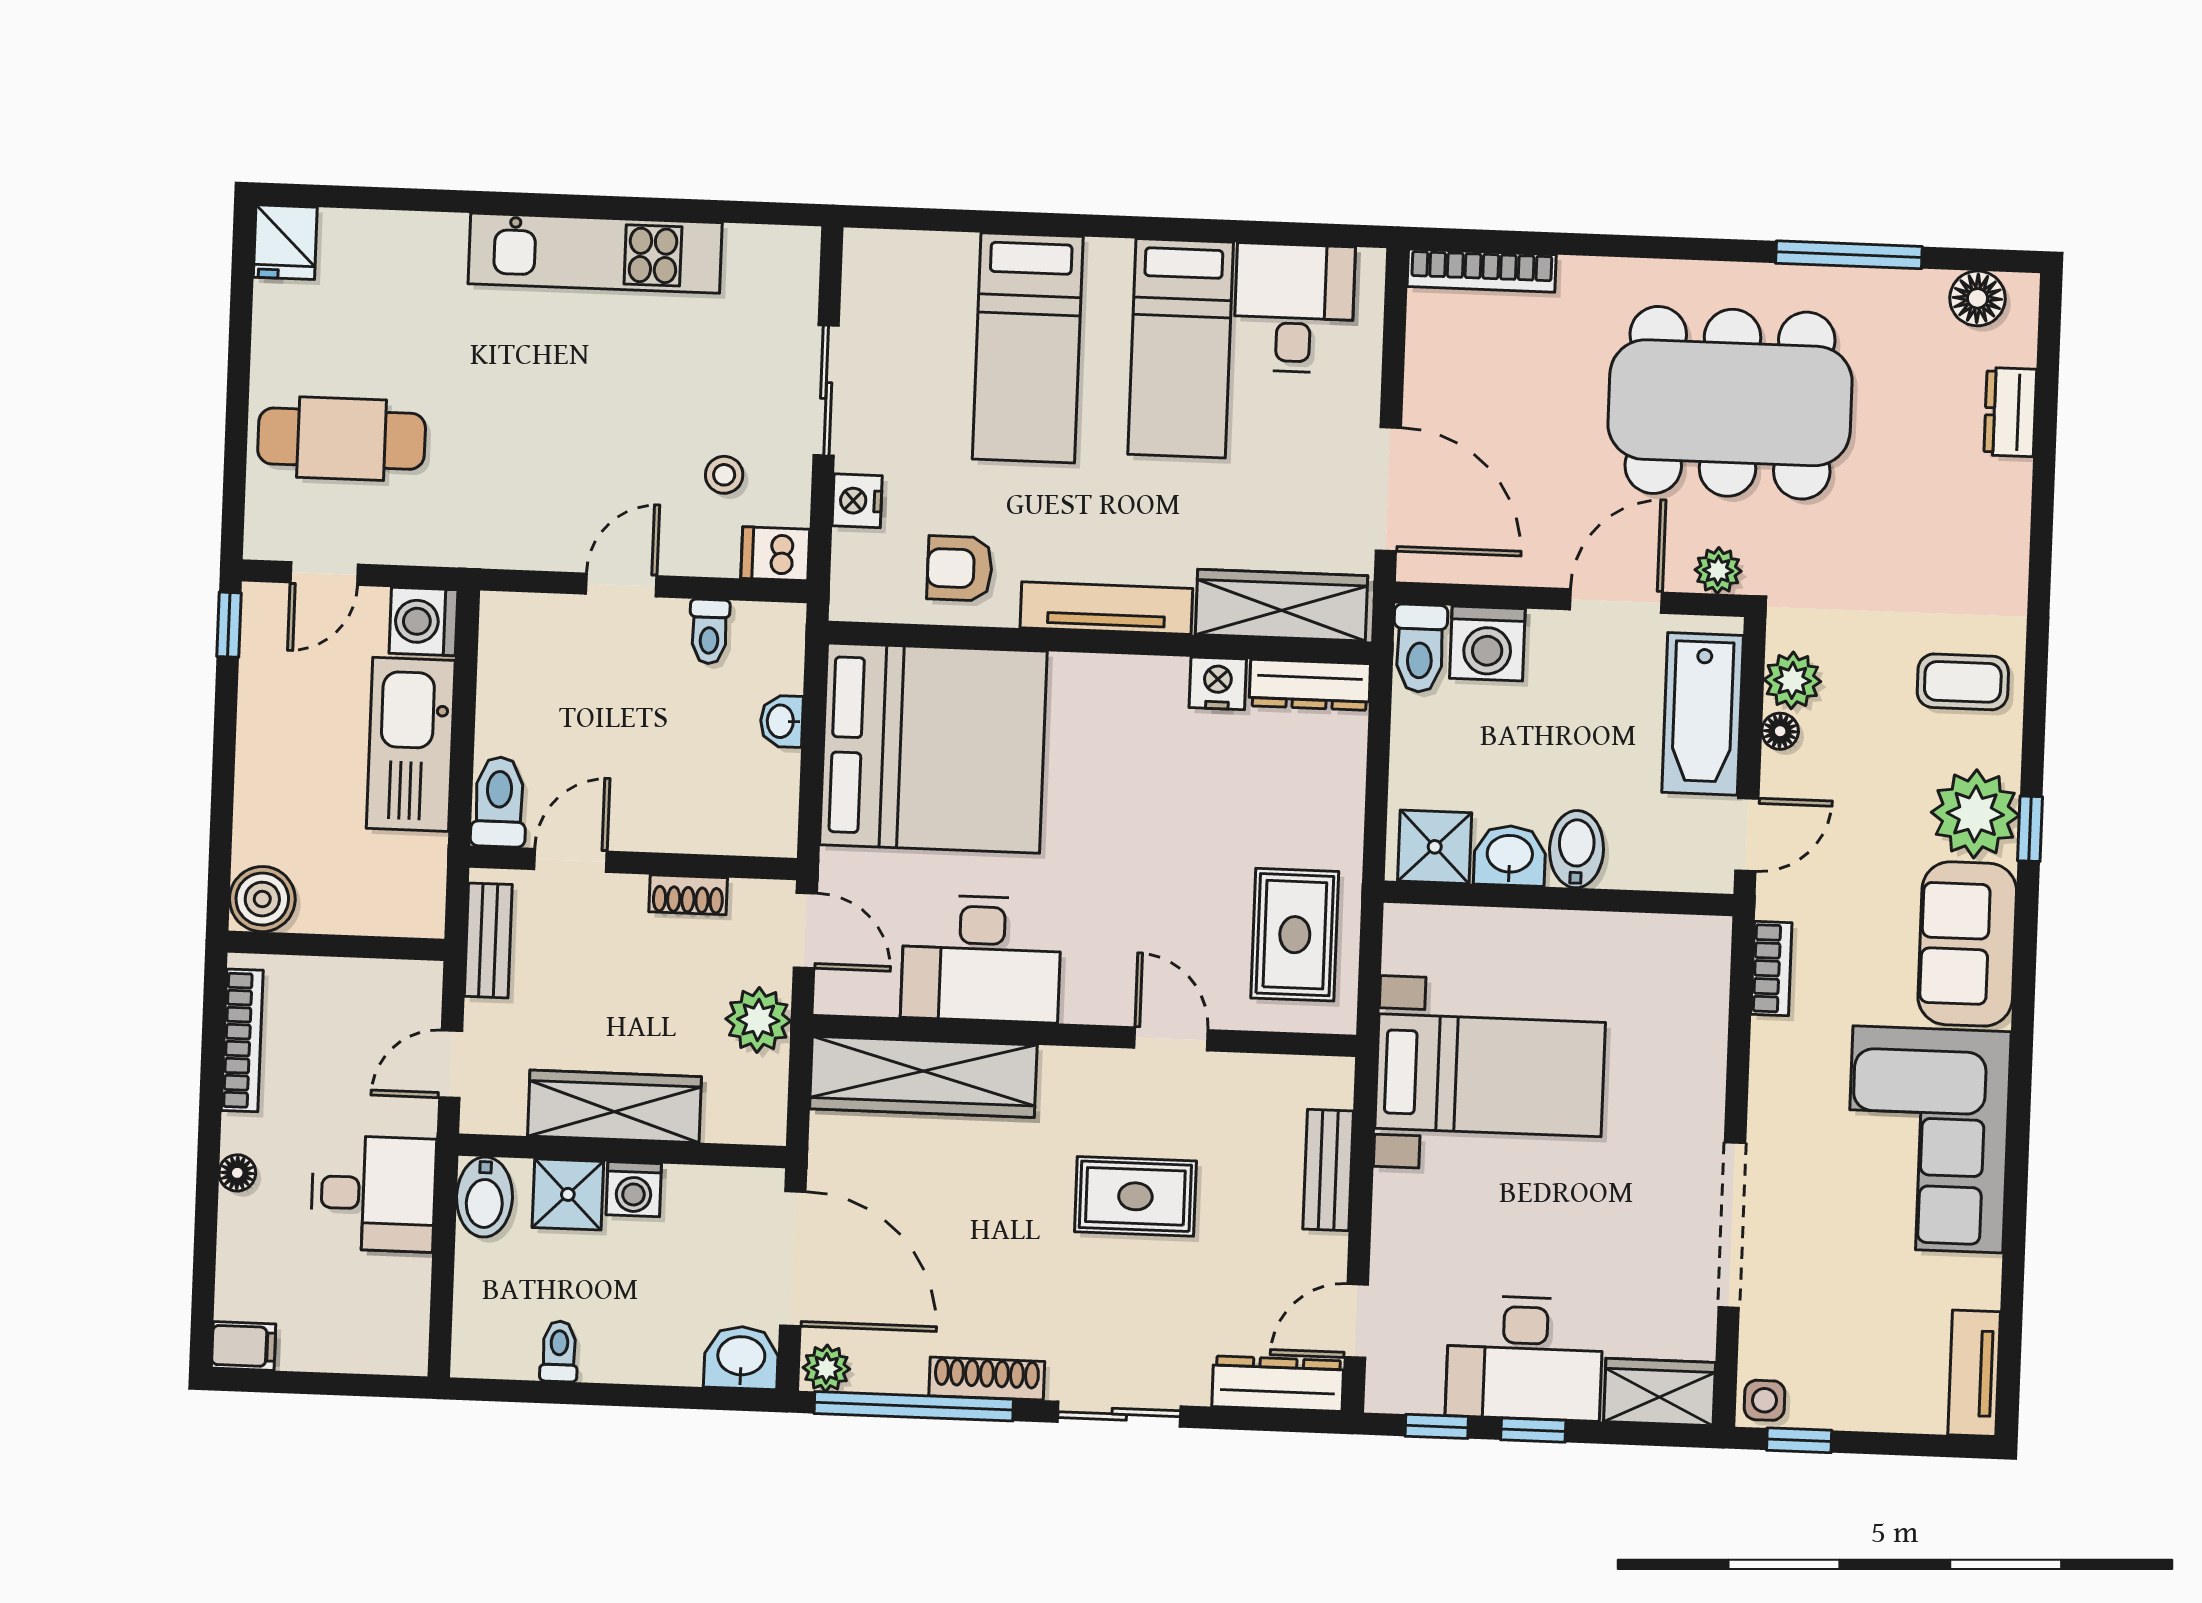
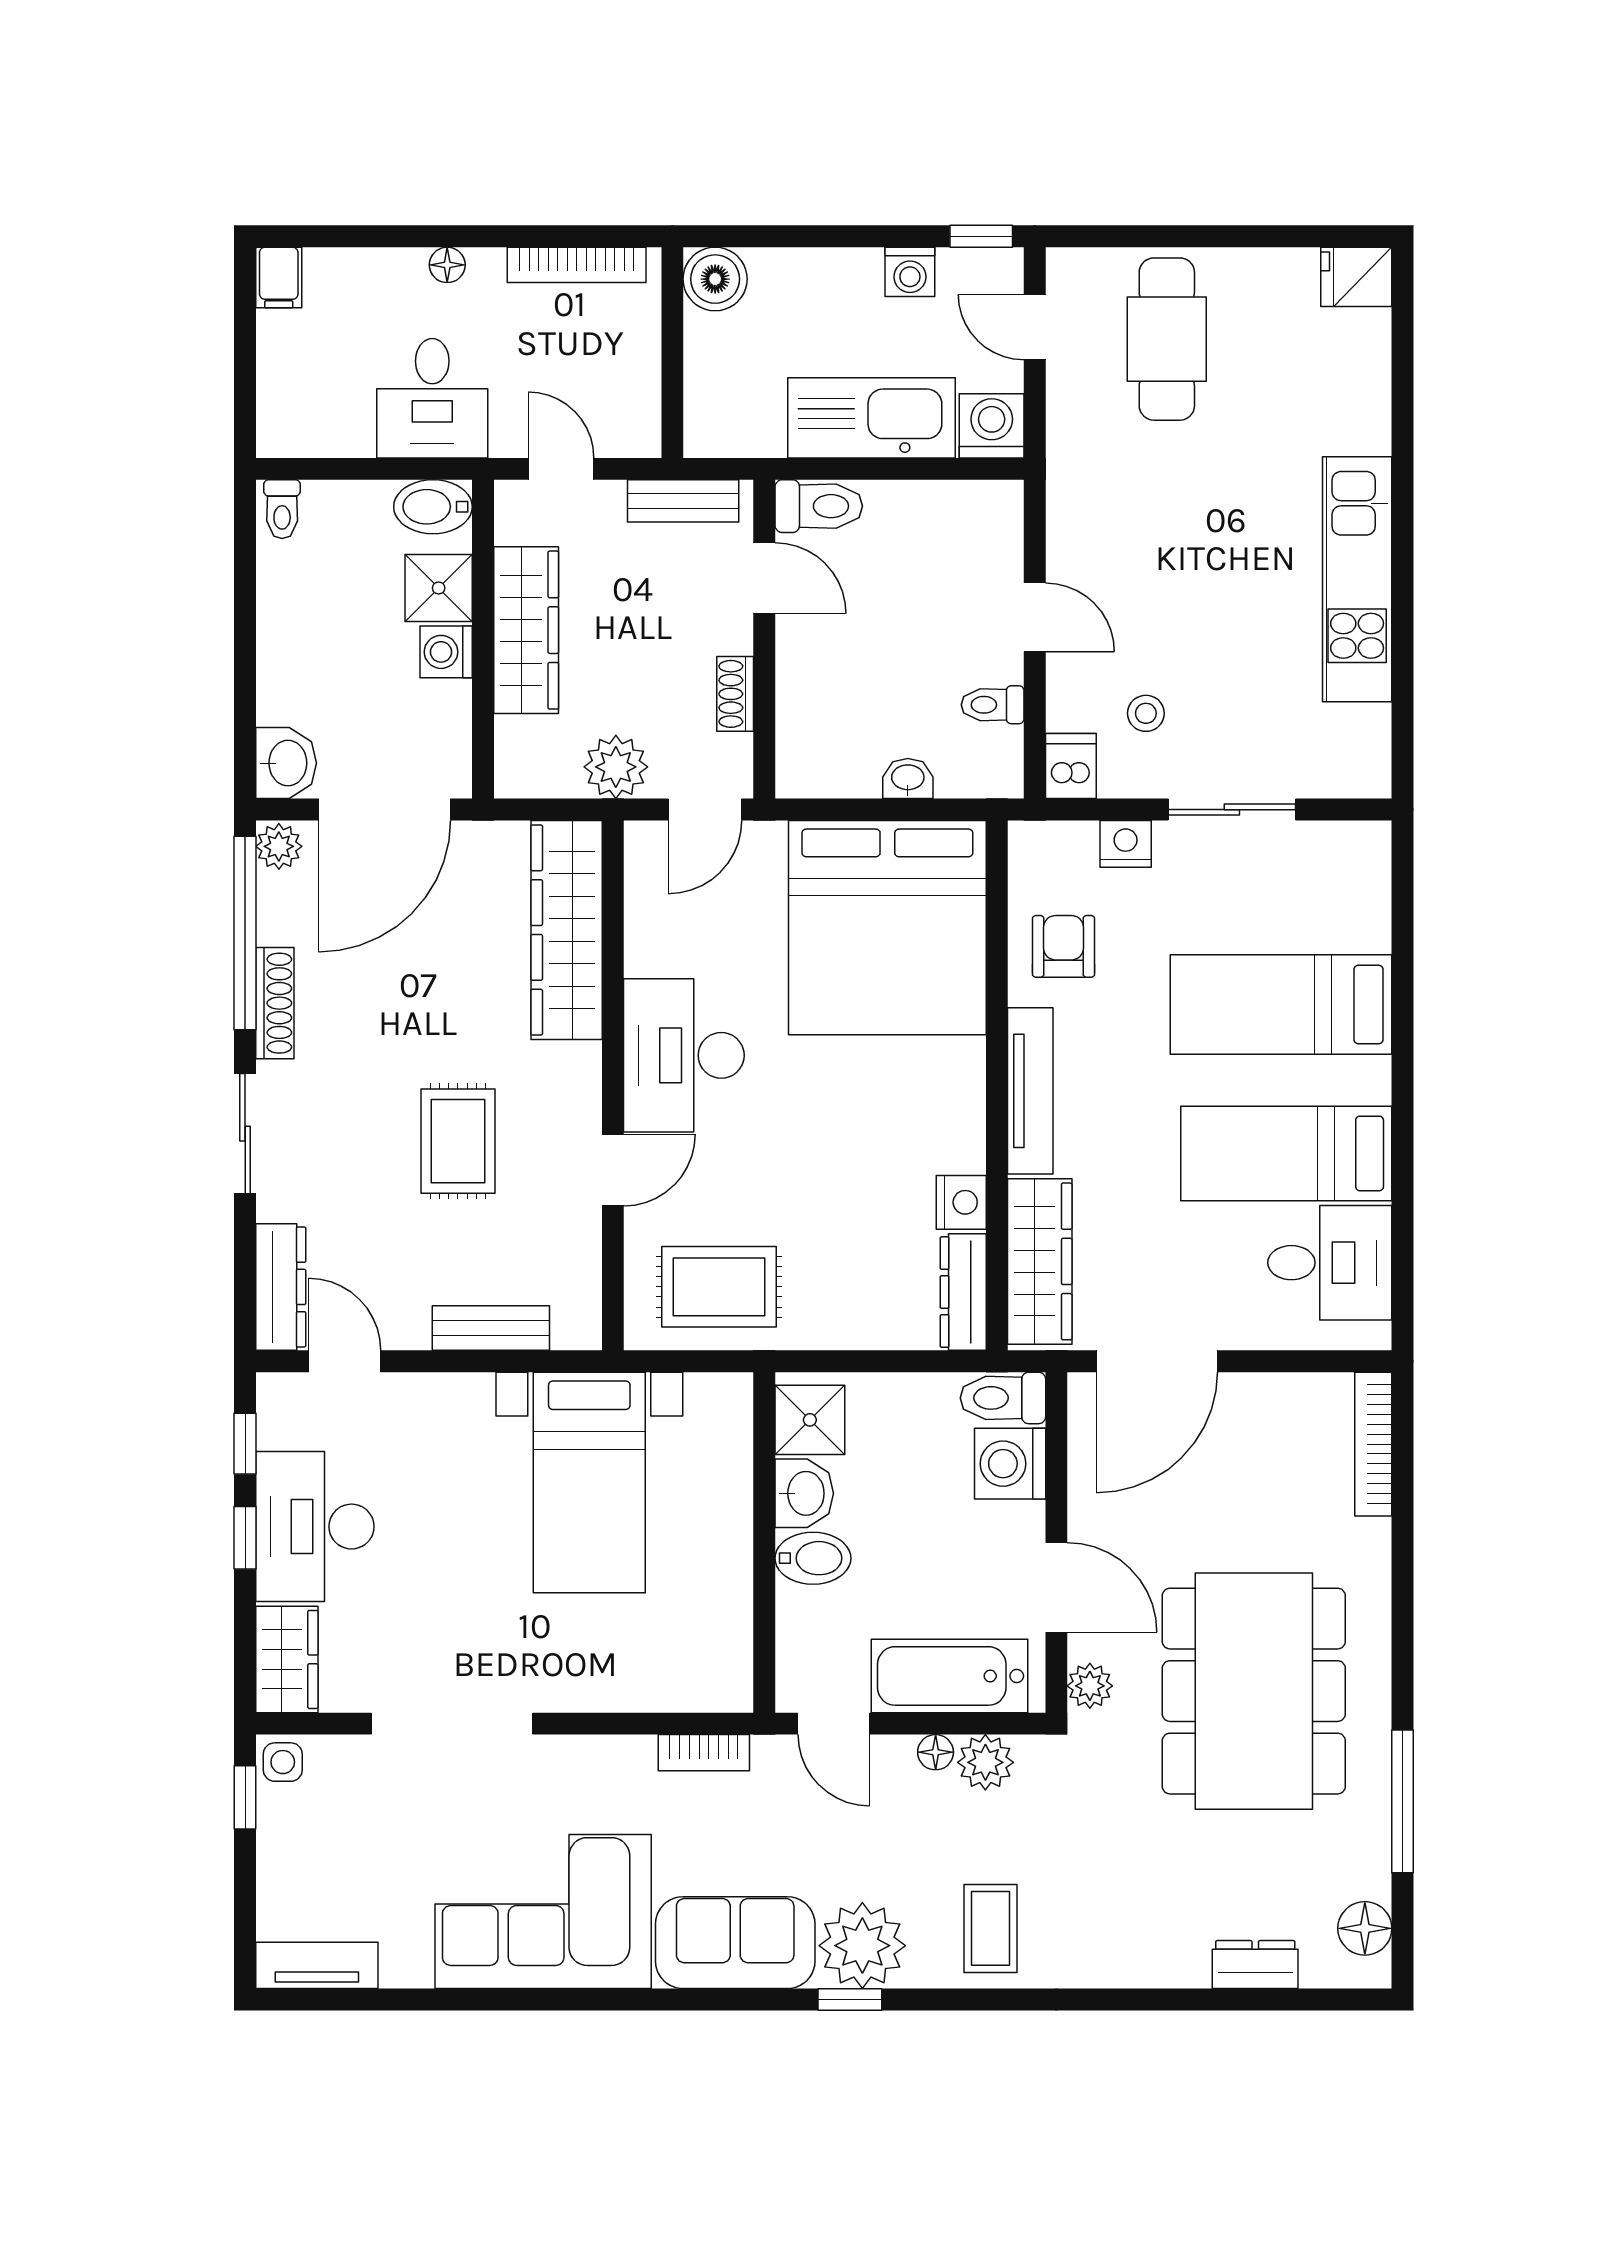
washing machine: (263, 699) -> (910, 272), added
desk: (981, 959) -> (684, 1055), moved
toilet: (559, 1351) -> (282, 509), moved, turned 90

